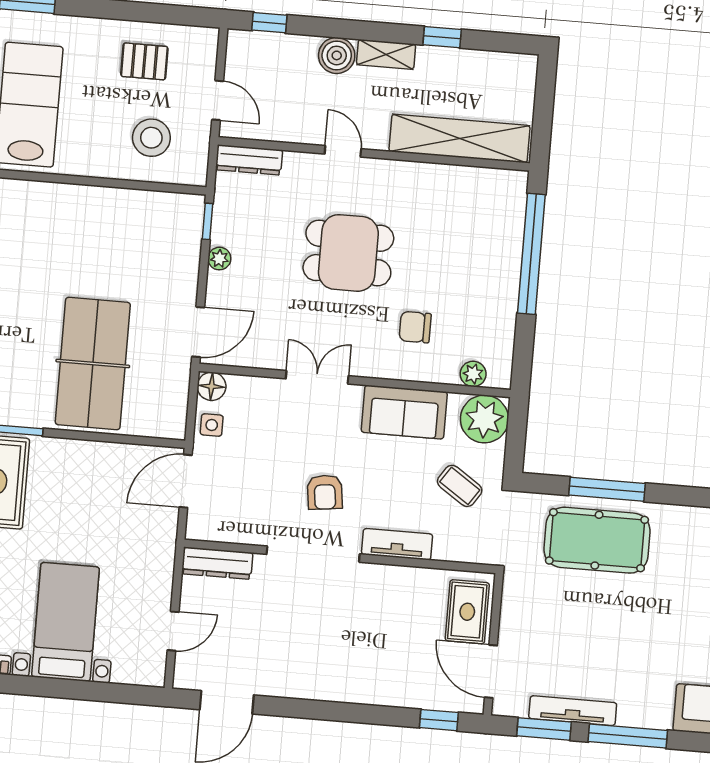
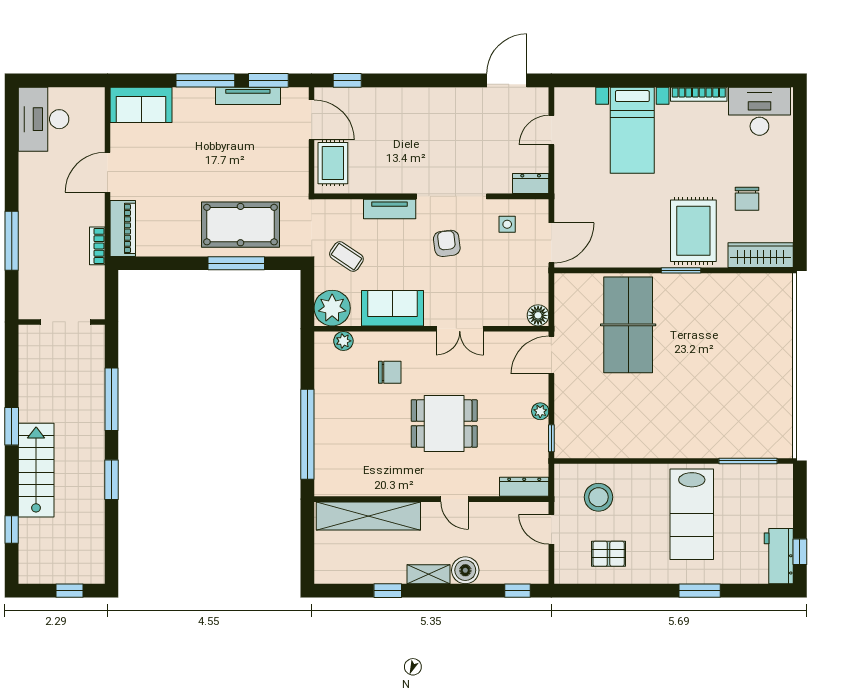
side table: (212, 425) -> (507, 224), moved
dresser: (217, 563) -> (531, 184), width x0.70

